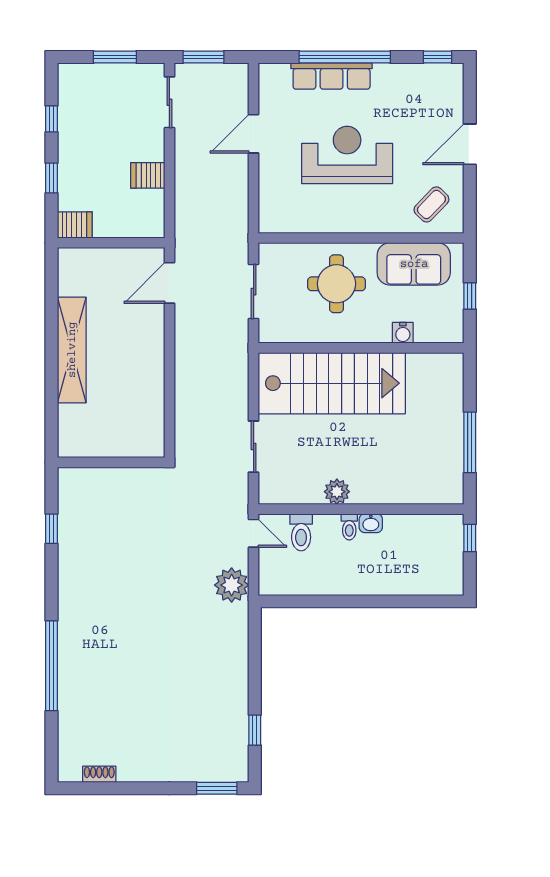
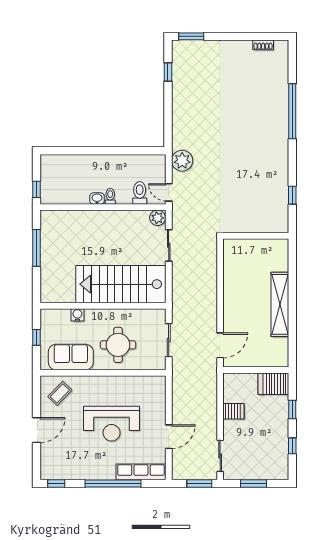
row of seats: (332, 76) -> (141, 472), moved
server rack: (75, 225) -> (273, 384), width x1.36, depth x1.44
plant: (337, 492) -> (158, 218), moved

